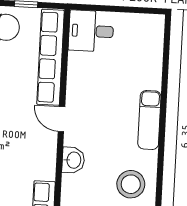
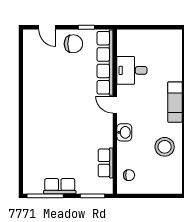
desk: (91, 31) -> (132, 70), moved

